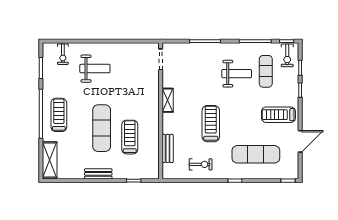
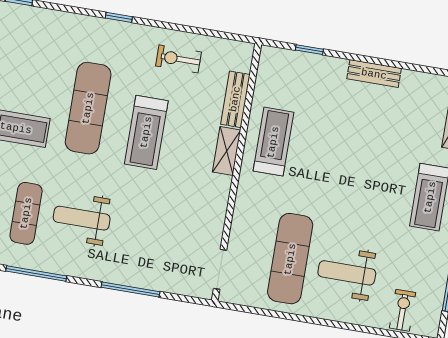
shelving: (168, 100) -> (227, 151), moved
exercise mat: (102, 128) -> (290, 259), moved
treadmill: (130, 137) -> (273, 142), moved, turned 180
exercise mat: (256, 154) -> (88, 108), moved, turned 90

